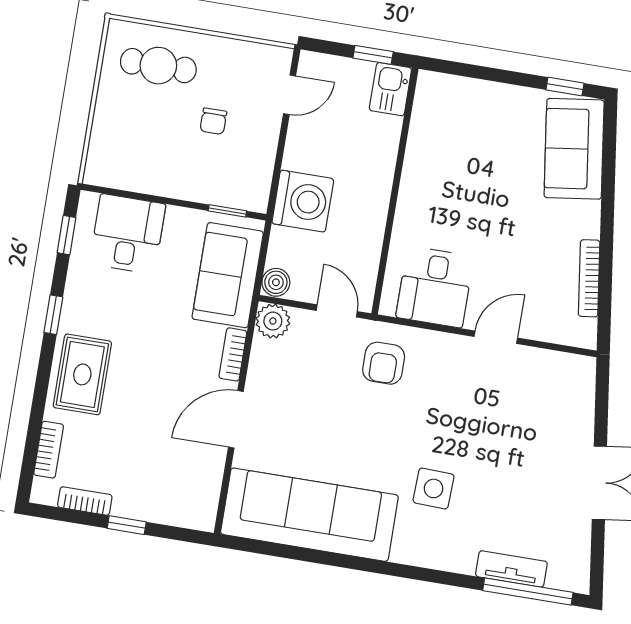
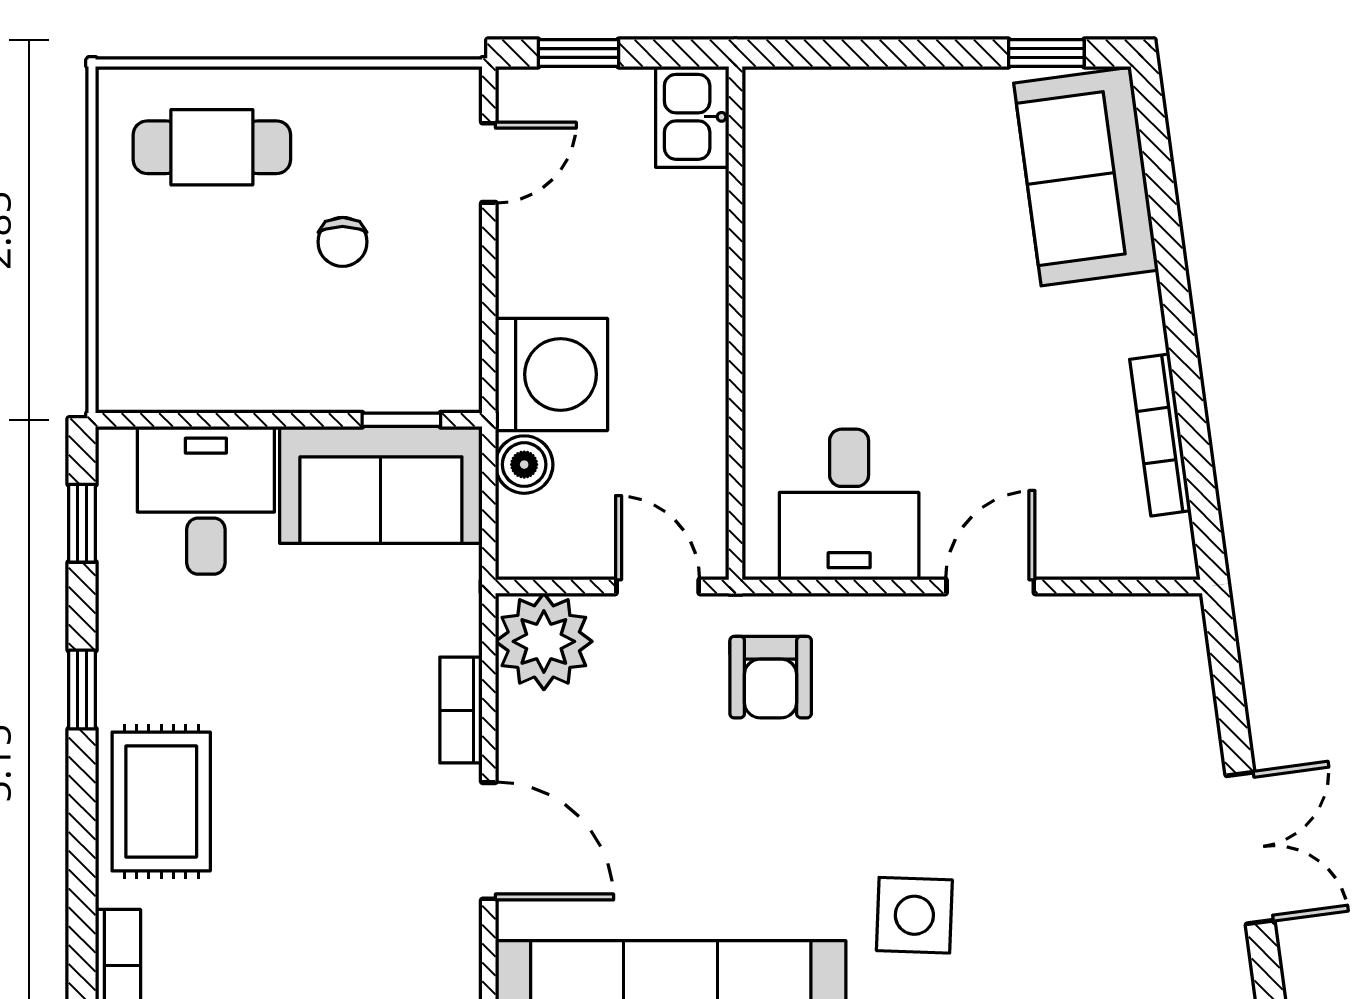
window: (373, 55) -> (578, 53), moved
sofa: (228, 275) -> (381, 485), moved, turned -90
boiler: (276, 282) -> (524, 465), moved
plant: (273, 321) -> (544, 641), width x1.36, depth x1.36
door: (236, 419) -> (489, 841), swing flipped

